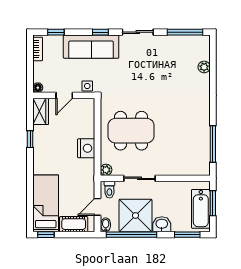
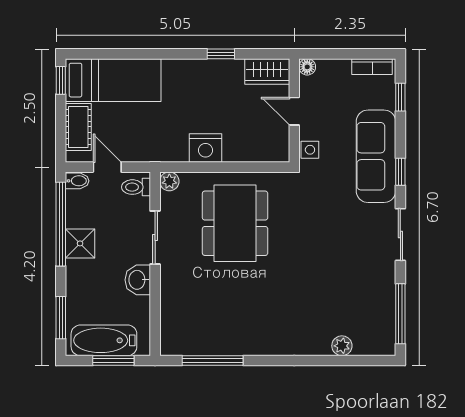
shower: (136, 215) -> (80, 243), width x0.54, depth x0.54
washbasin: (162, 224) -> (138, 280), moved, turned 180

